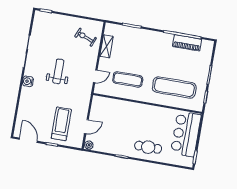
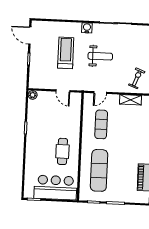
door: (95, 76) -> (100, 93), hinge flipped
treadmill: (61, 124) -> (66, 53), moved, turned -90
door: (86, 127) -> (63, 91), moved
door: (28, 140) -> (30, 36), swing flipped
cafe table: (148, 147) -> (62, 151), moved

